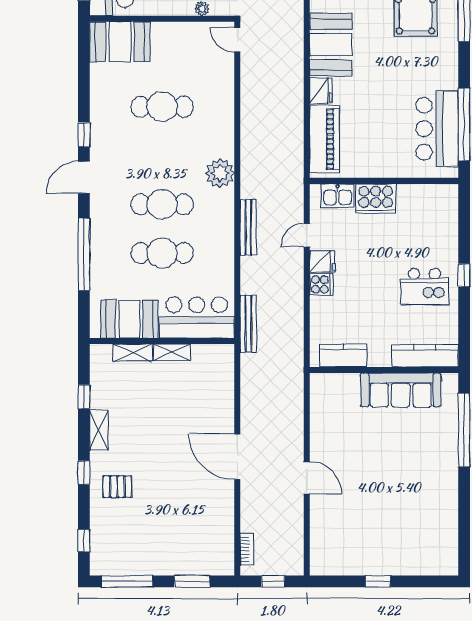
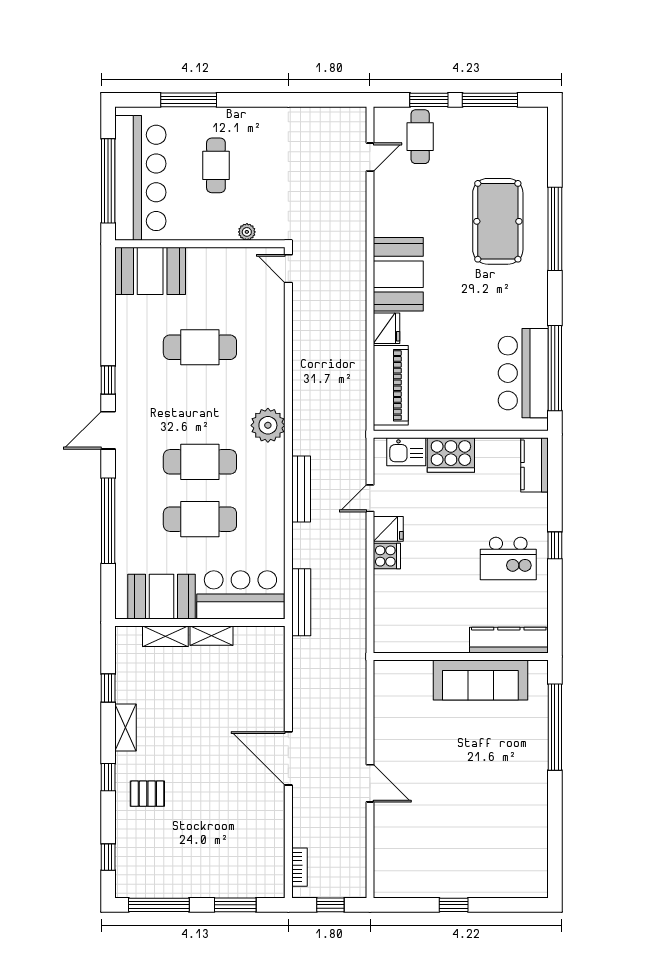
kitchen counter: (343, 356) -> (534, 465), moved, turned -90

